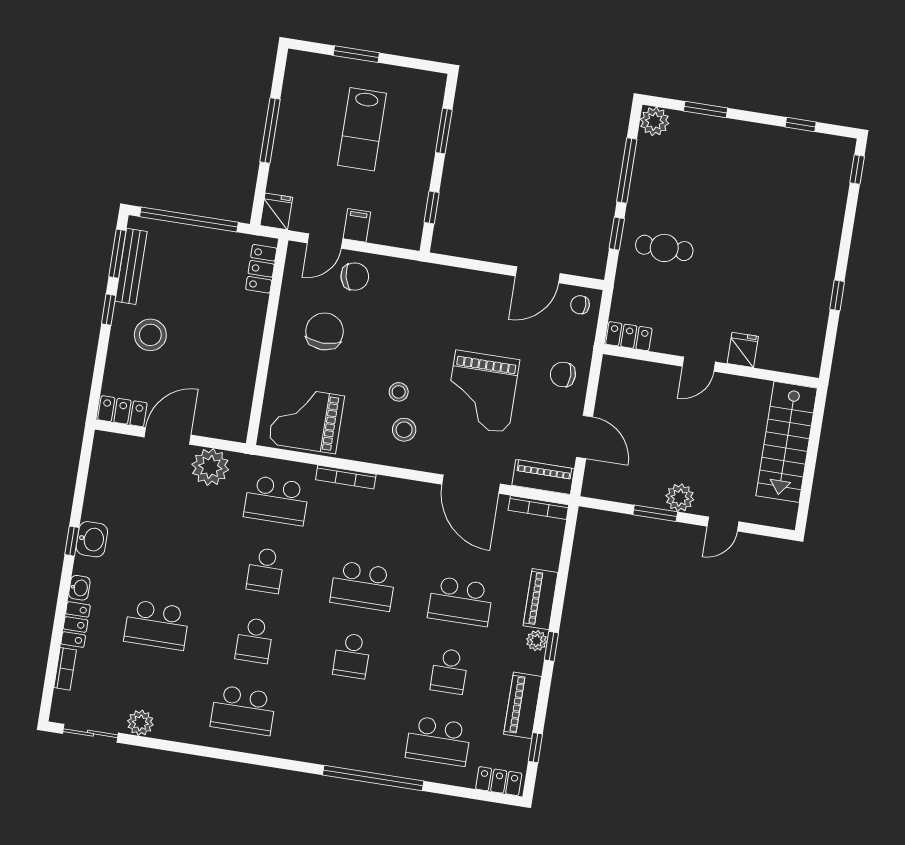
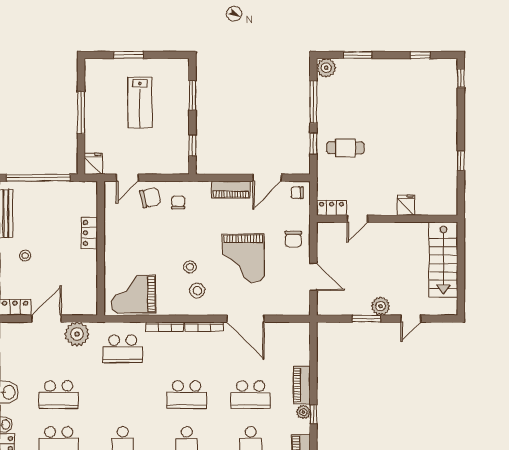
filing cabinet: (357, 225) -> (146, 164), removed
locker: (261, 269) -> (89, 233), moved
chair: (325, 331) -> (178, 202), moved, width x0.54, depth x0.54
stool: (150, 335) -> (25, 256), width x0.53, depth x0.53
door: (699, 364) -> (357, 219), moved
chair: (563, 374) -> (293, 239), turned -90
piano: (543, 477) -> (231, 190), moved, turned 180
bookcase: (538, 507) -> (204, 327), moved
school desk: (265, 570) -> (59, 395), moved, width x1.85

